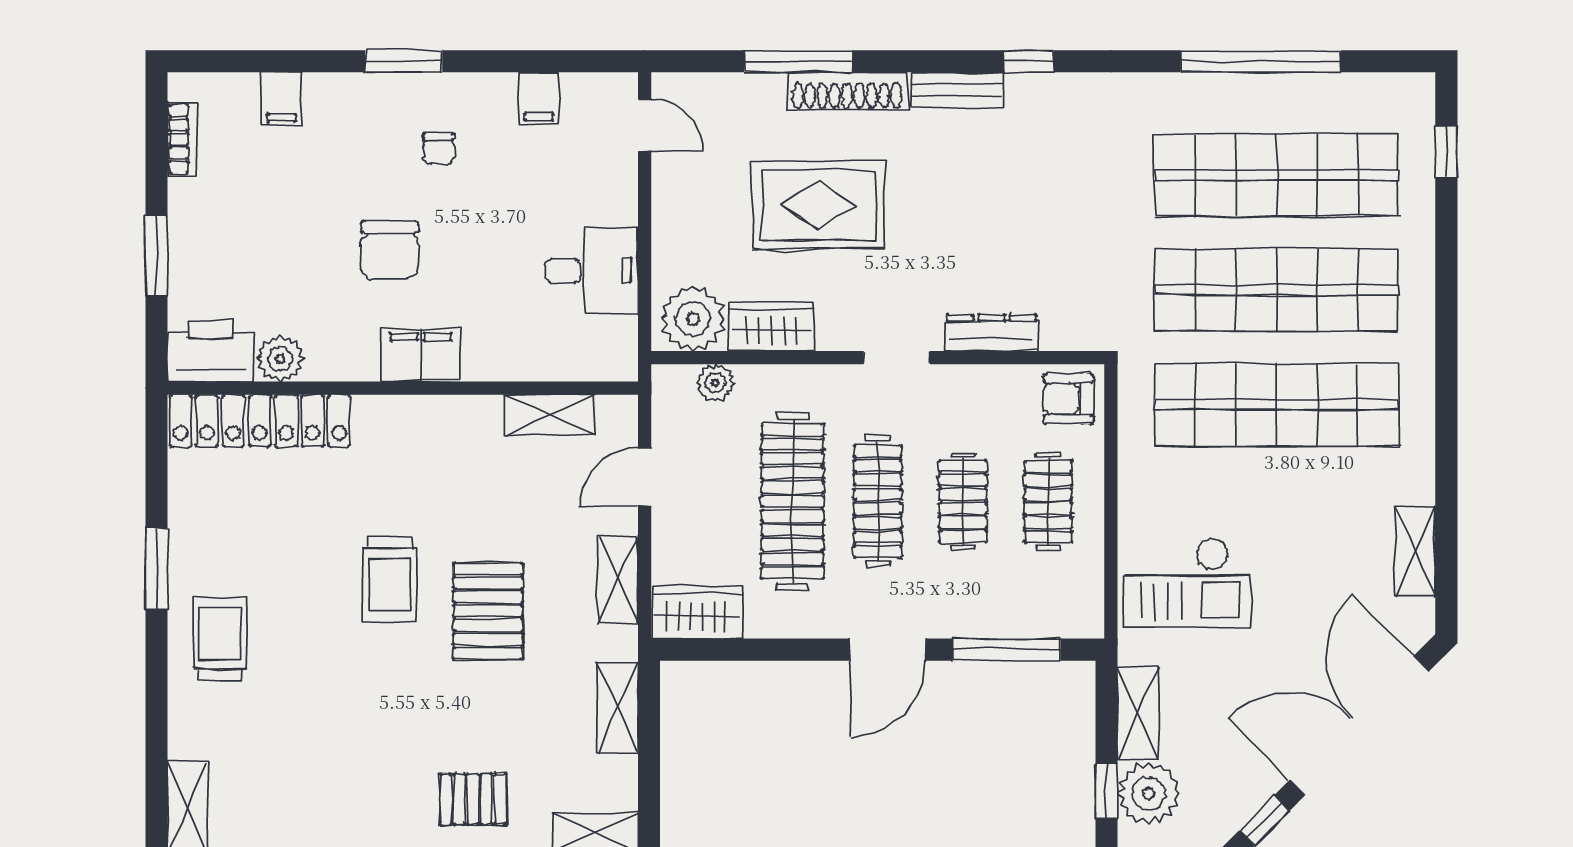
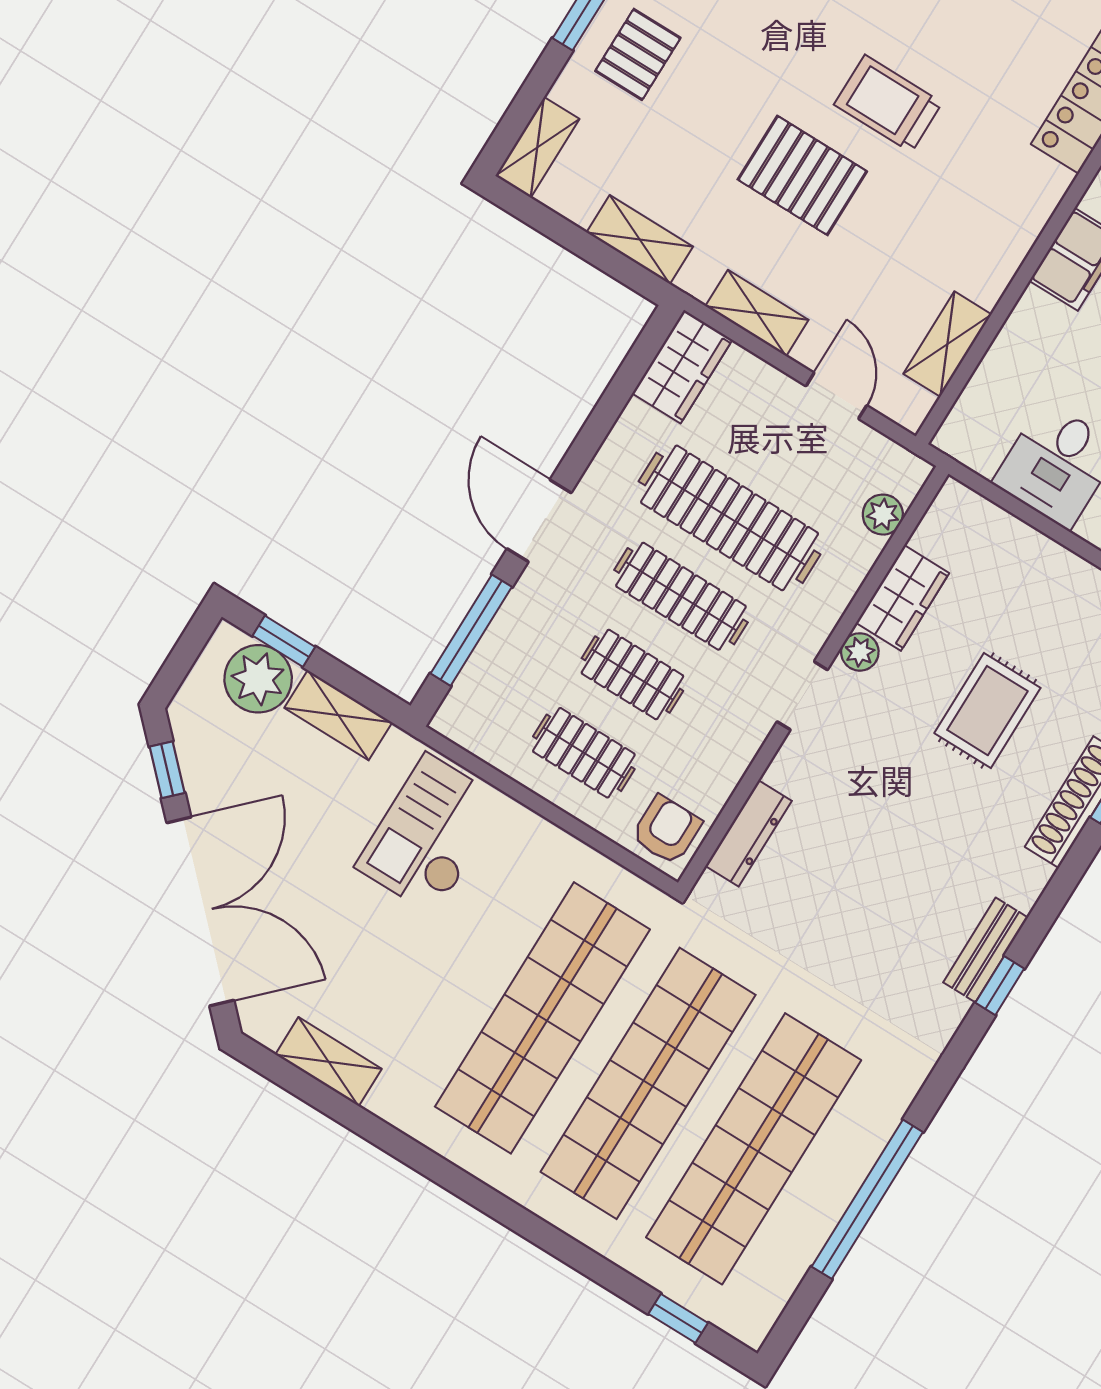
bench: (957, 90) -> (986, 950), moved
rug: (818, 205) -> (987, 711), width x0.73, depth x0.70
plant: (693, 319) -> (860, 652), moved, width x0.53, depth x0.53
dresser: (992, 333) -> (749, 833), moved

